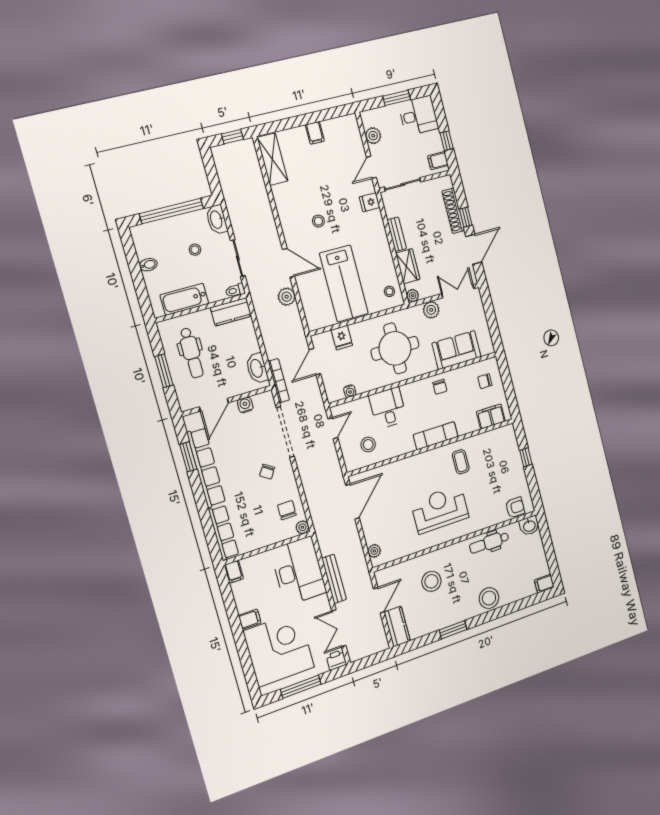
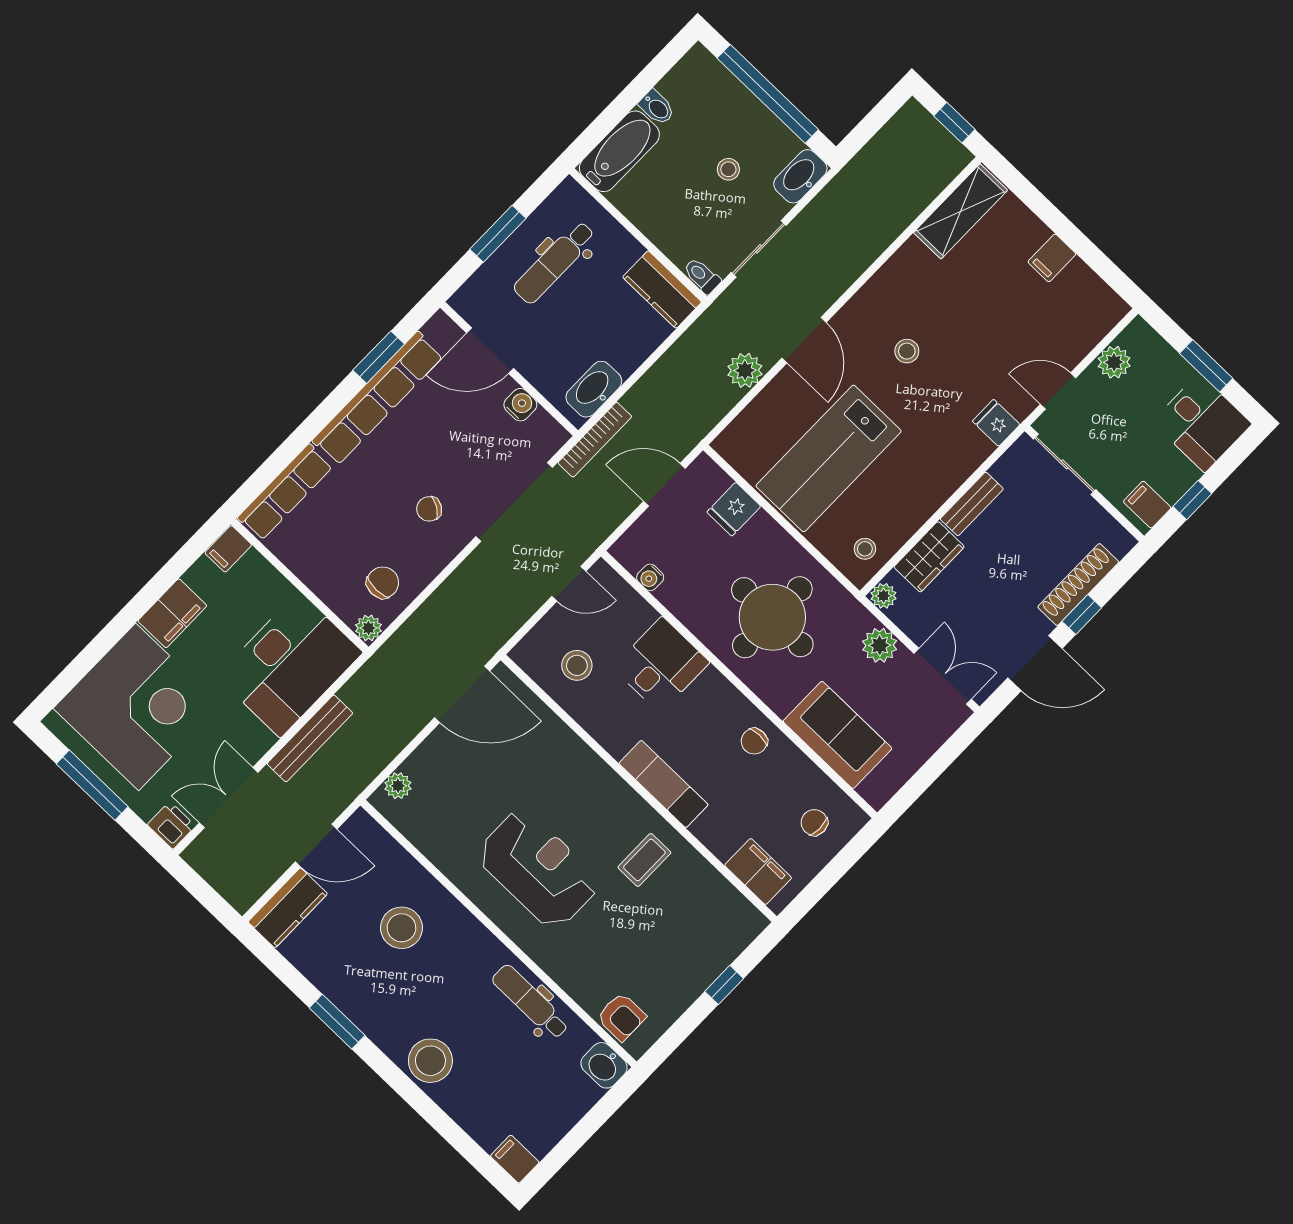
bathtub: (184, 299) -> (619, 151), moved, turned 90
filing cabinet: (250, 619) -> (172, 613), width x2.00

